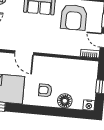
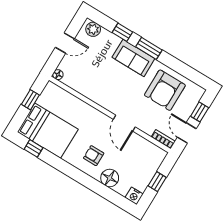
door: (24, 53) -> (124, 123), moved

